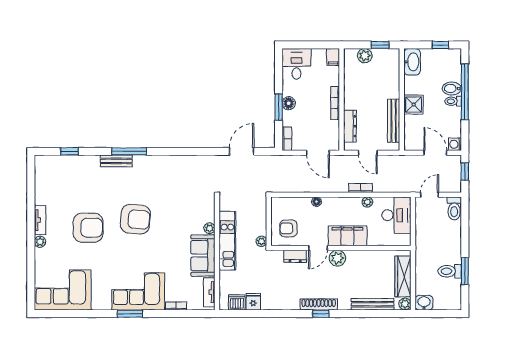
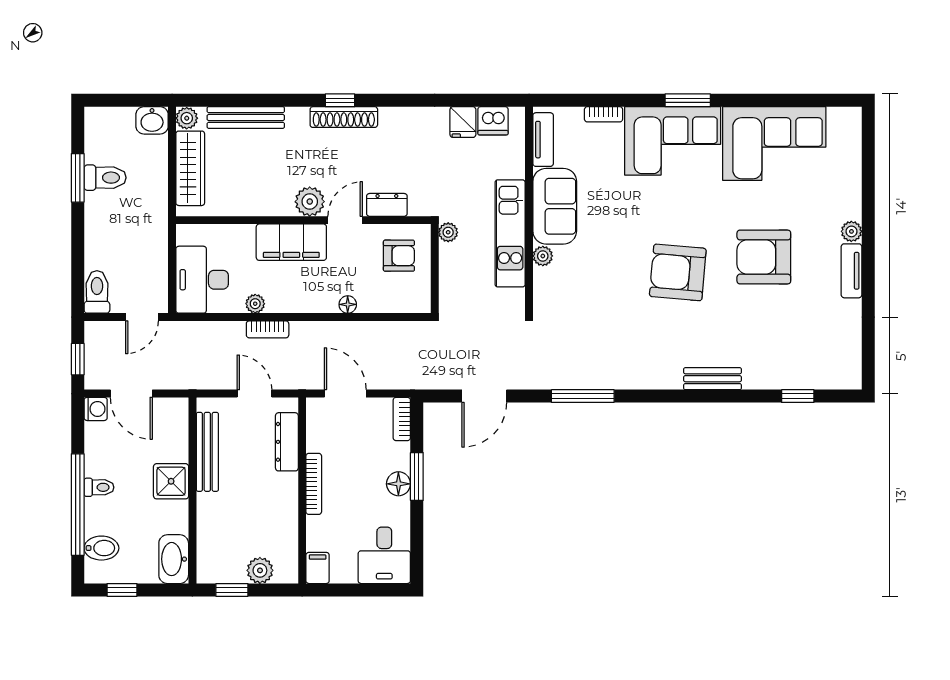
bidet: (452, 89) -> (101, 548), moved
window: (129, 151) -> (583, 396), moved
corner sofa: (63, 290) -> (774, 143), moved

